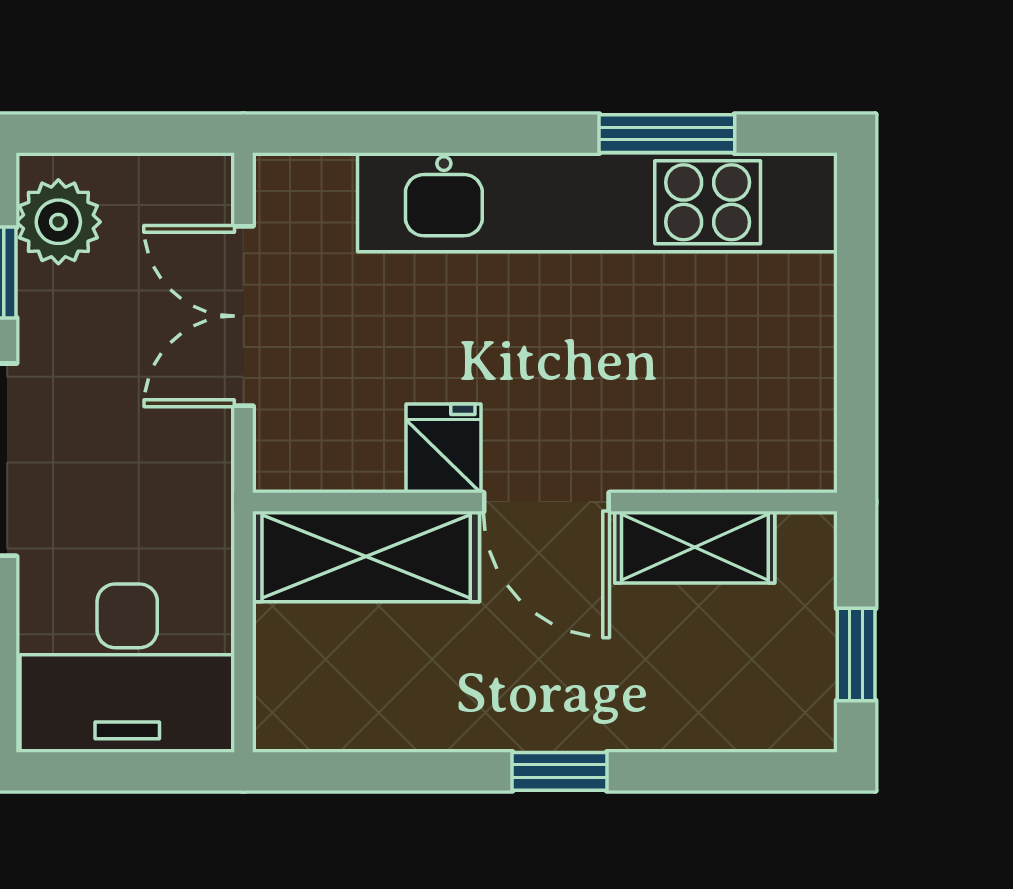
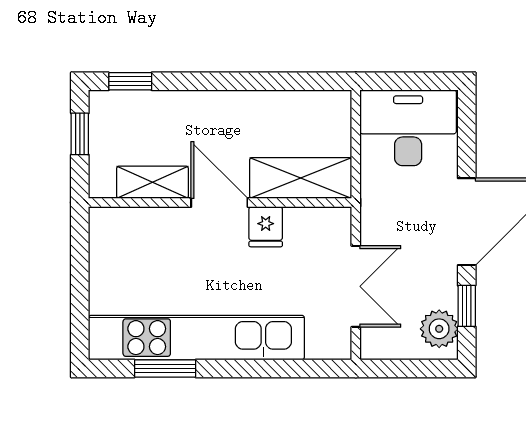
window: (560, 771) -> (130, 81), moved

